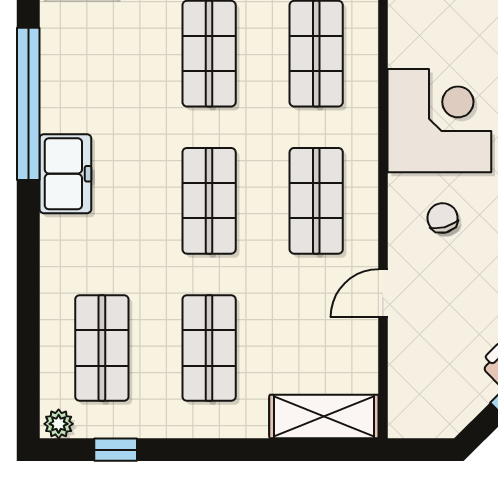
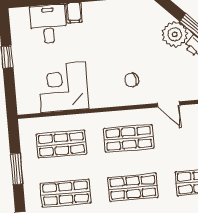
corner desk: (439, 121) -> (63, 87), moved

